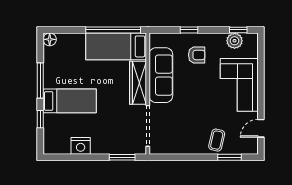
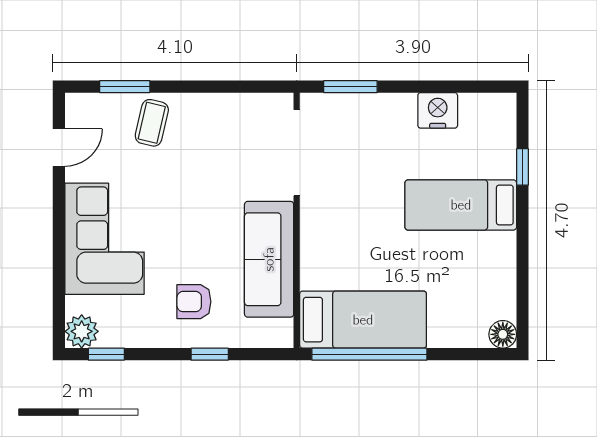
plant: (235, 41) -> (82, 331), moved
window: (40, 81) -> (523, 248), removed
wardrobe: (138, 83) -> (317, 243), removed

